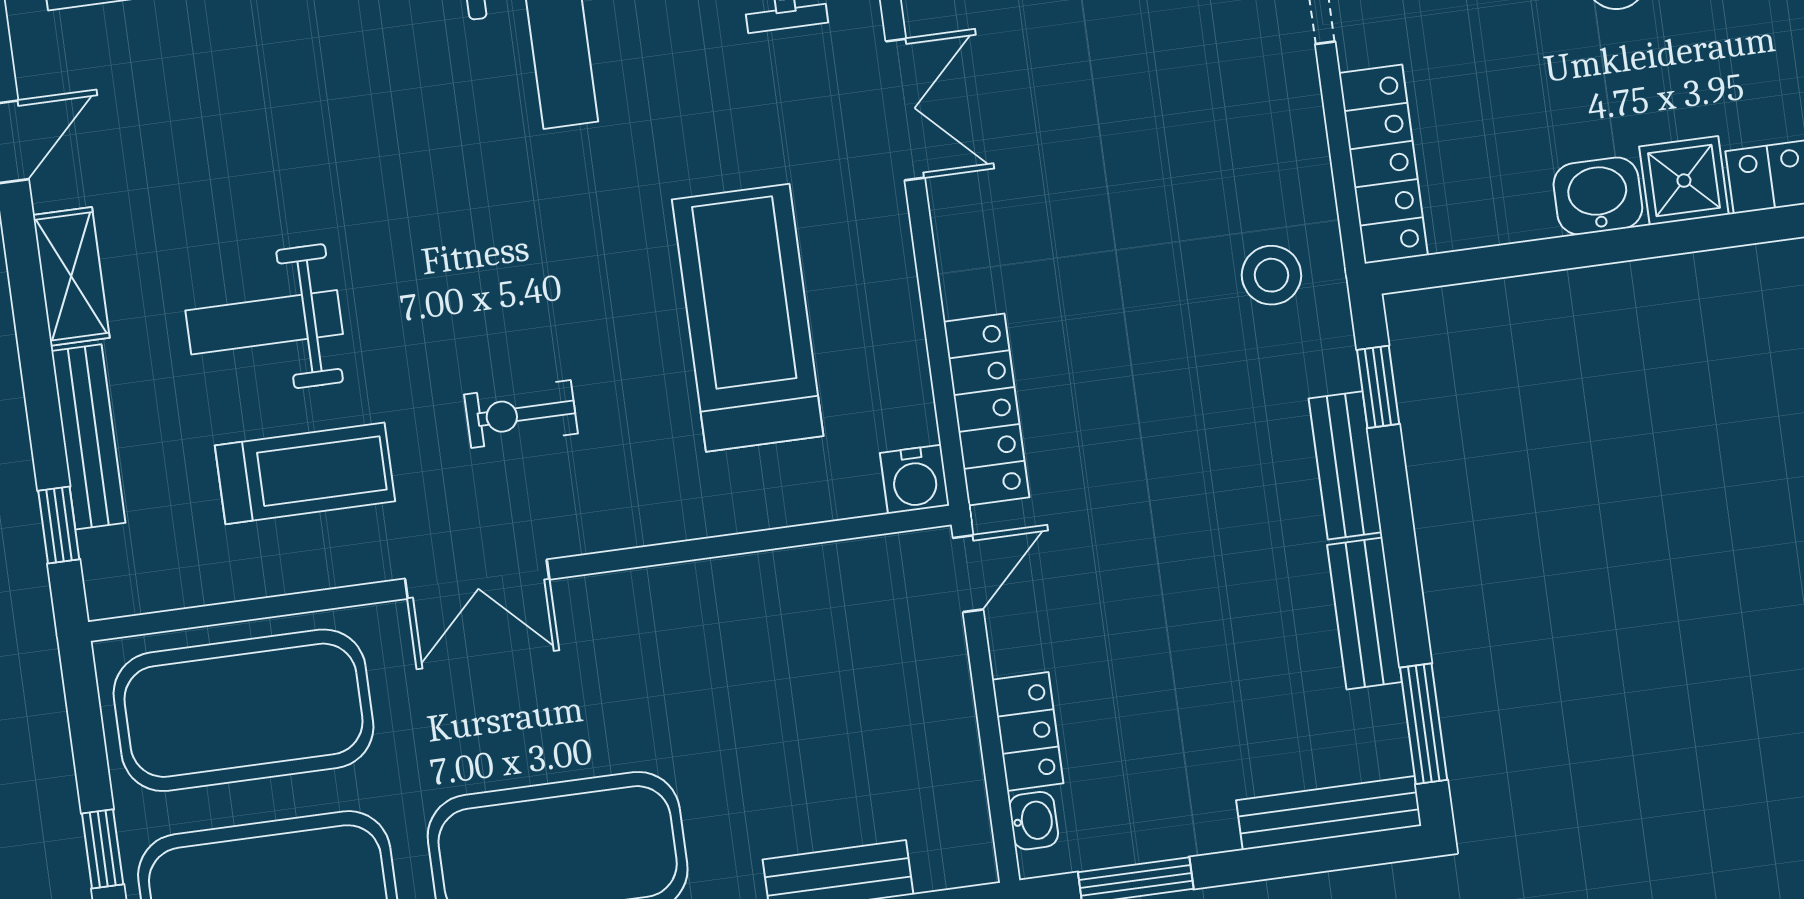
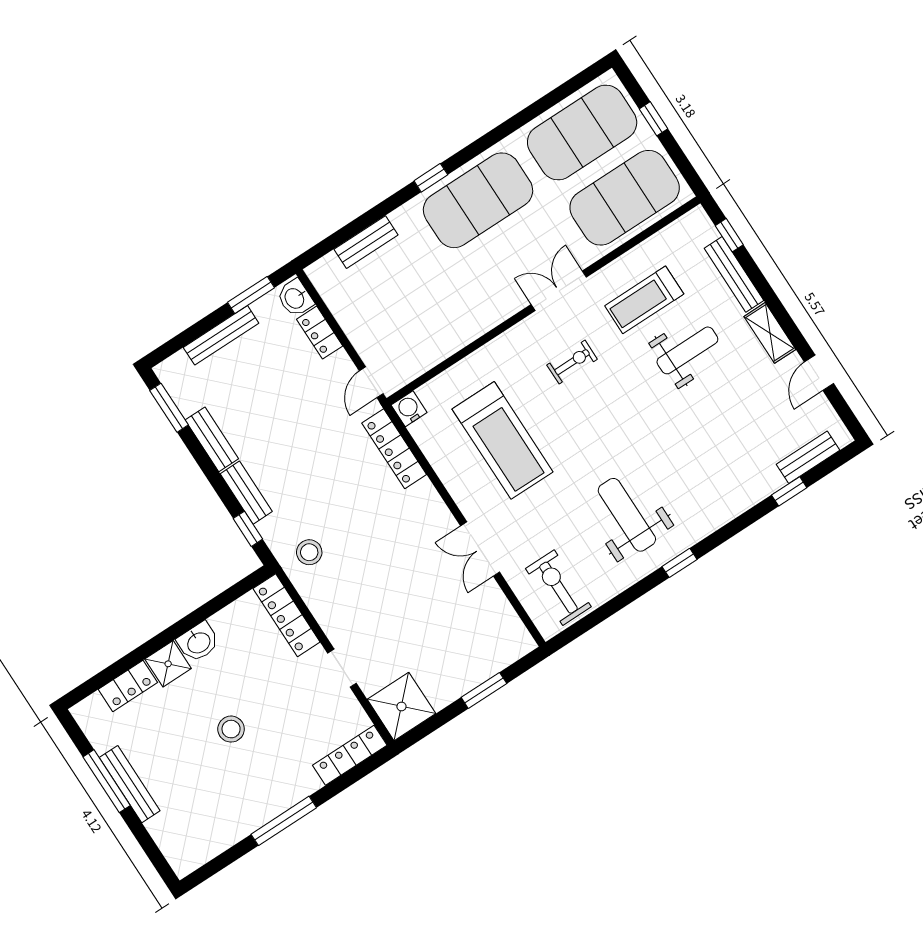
bench: (1329, 813) -> (221, 335), moved
washbasin: (1034, 821) -> (295, 298), width x1.38, depth x1.45

